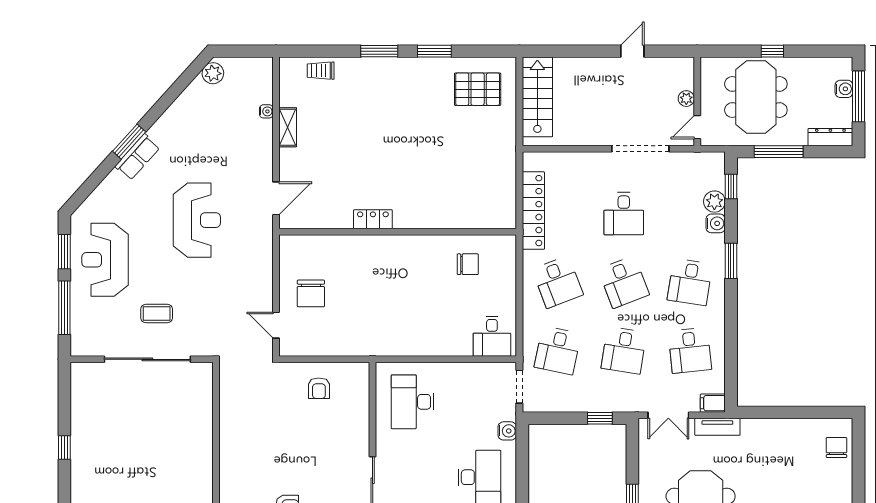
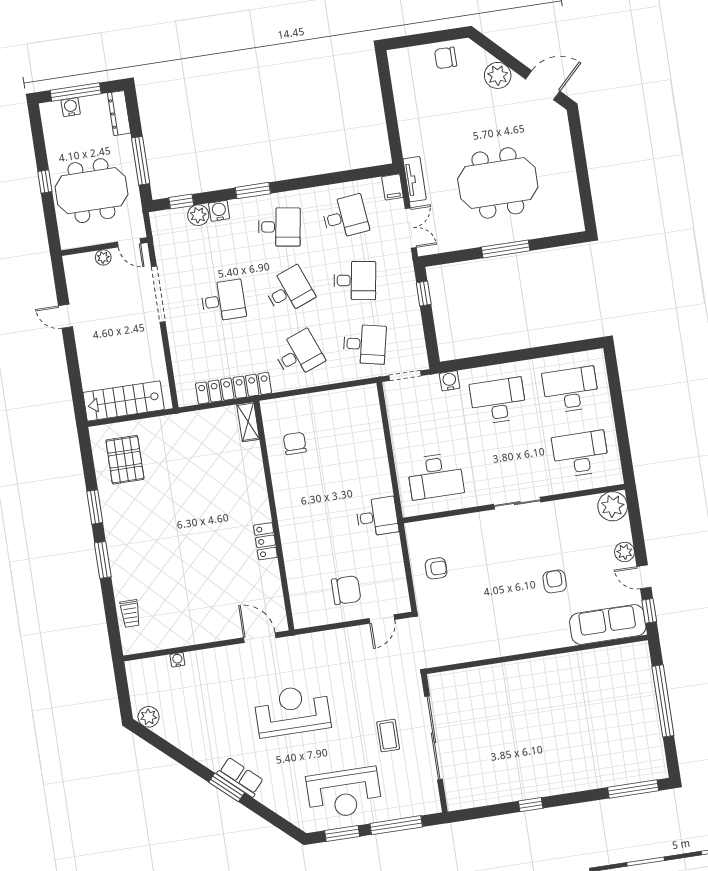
shelving: (288, 127) -> (248, 422), moved, turned 90
desk: (492, 336) -> (377, 517), moved
chair: (836, 448) -> (446, 58), moved

